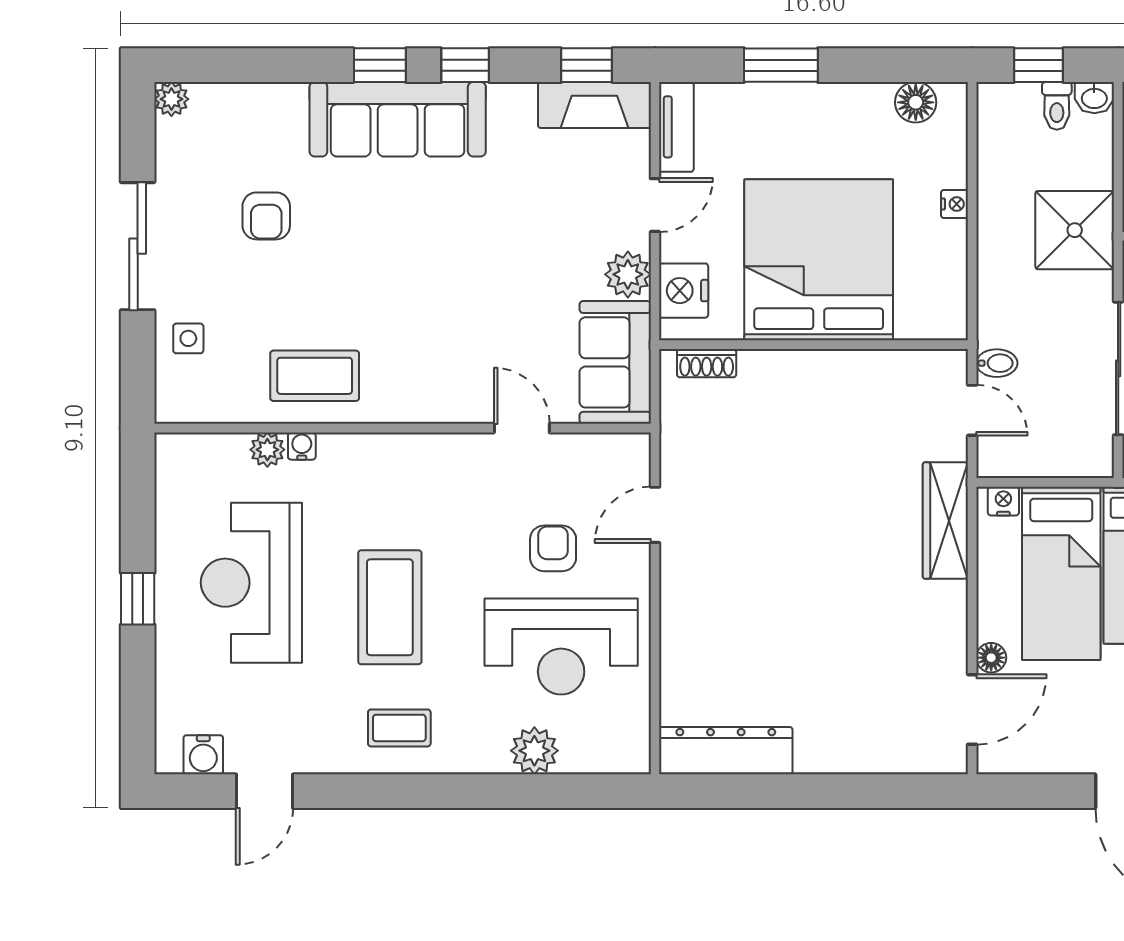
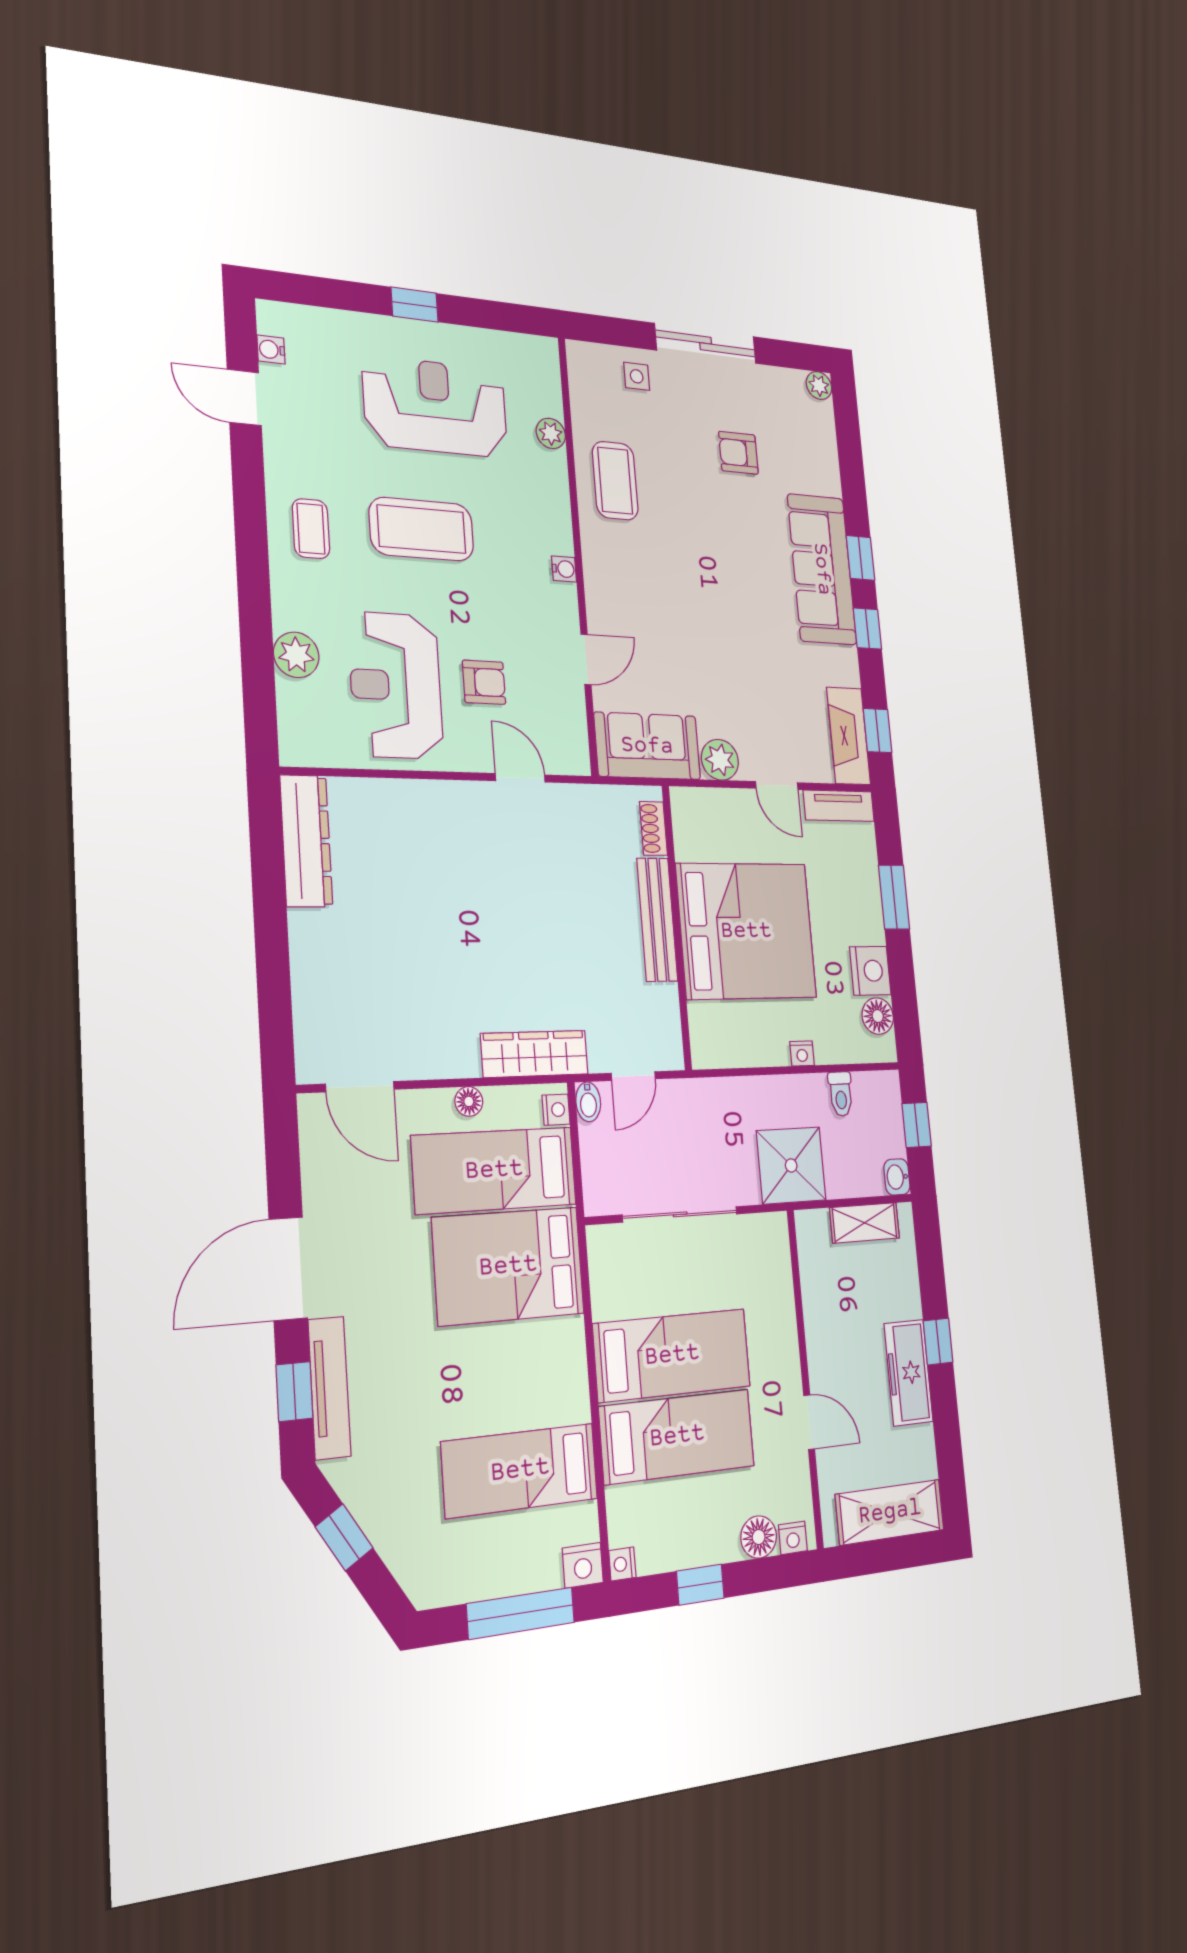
toilet: (1057, 106) -> (841, 1094), moved, turned -90
nightstand: (684, 291) -> (870, 971), moved, turned 90
bidet: (997, 363) -> (588, 1102), moved
bench: (806, 367) -> (657, 920), added
water cooler: (302, 446) -> (564, 569), moved
floor lamp: (991, 658) -> (469, 1101), moved
water cooler: (203, 755) -> (271, 350), width x0.72, depth x0.72

